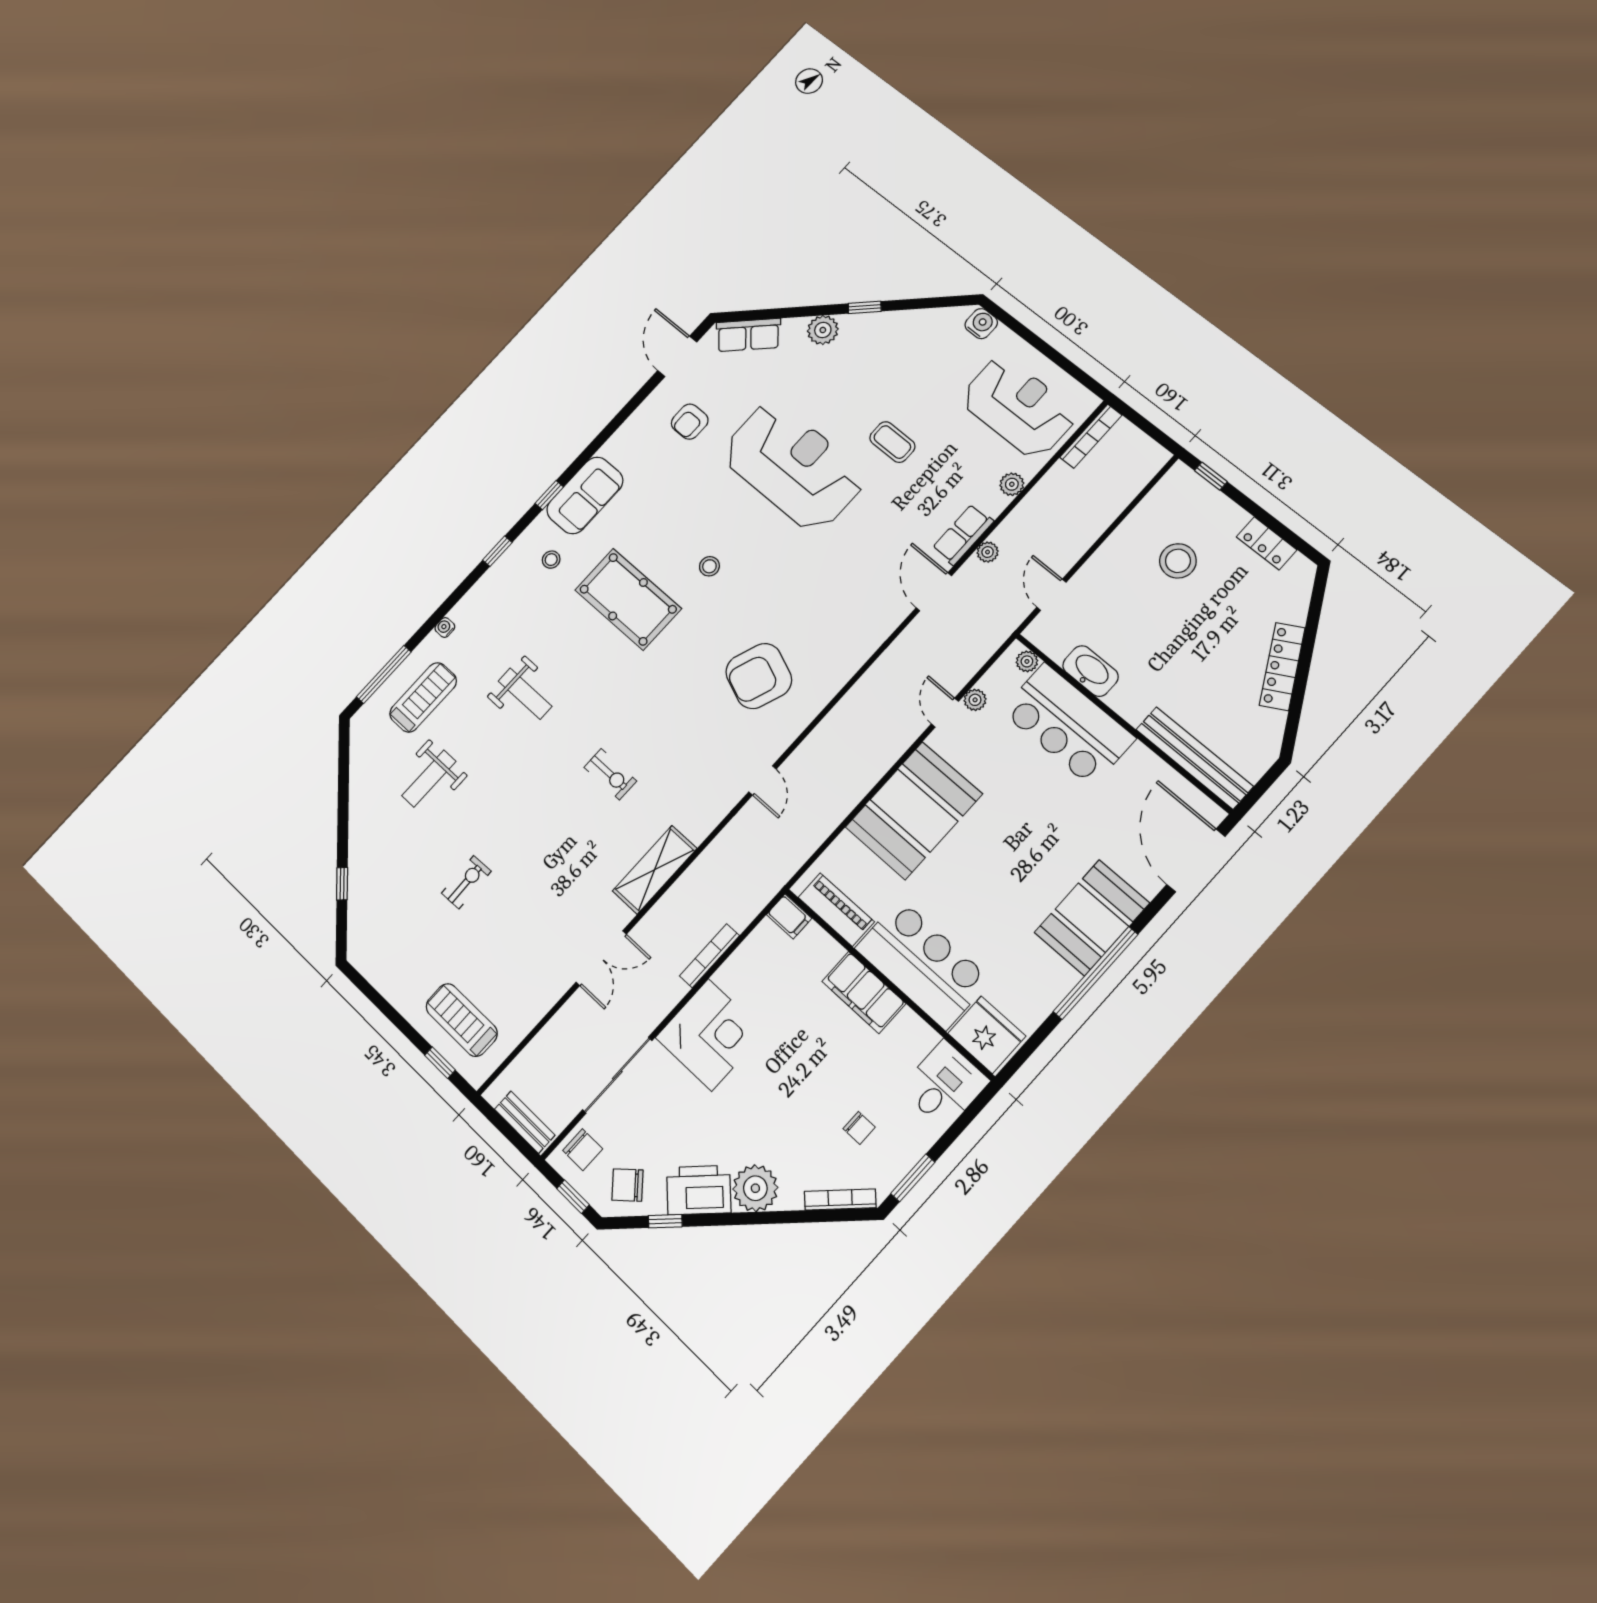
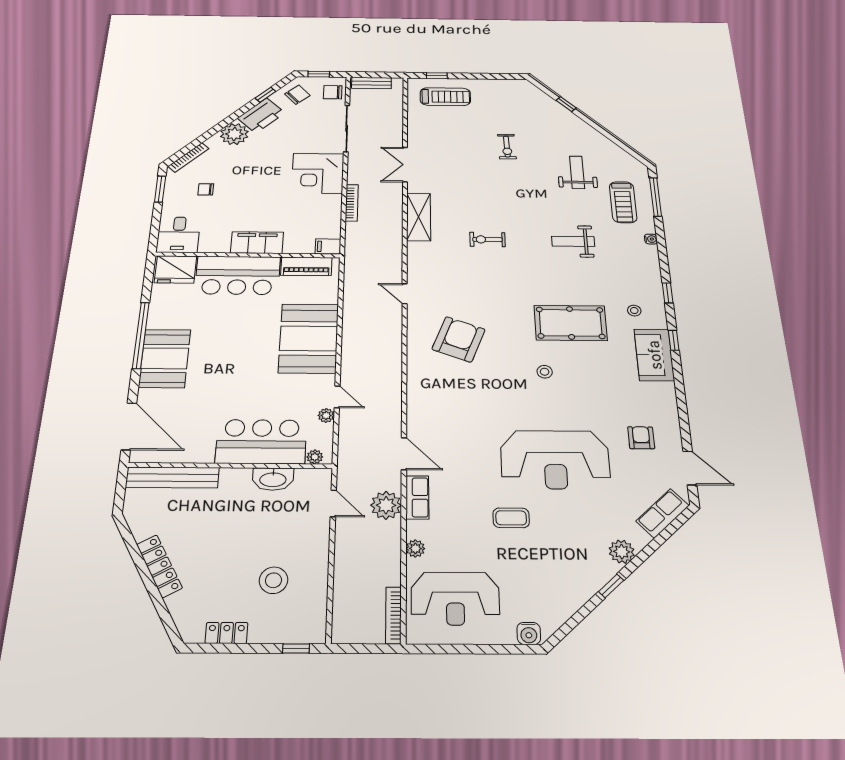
plant: (988, 552) -> (386, 505), width x1.88, depth x1.88

